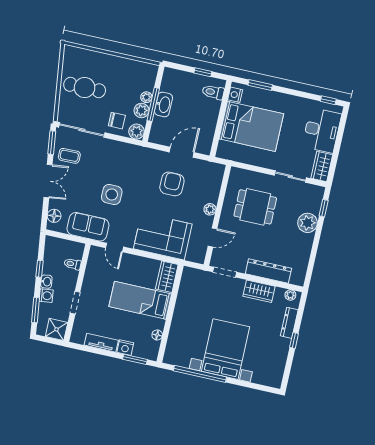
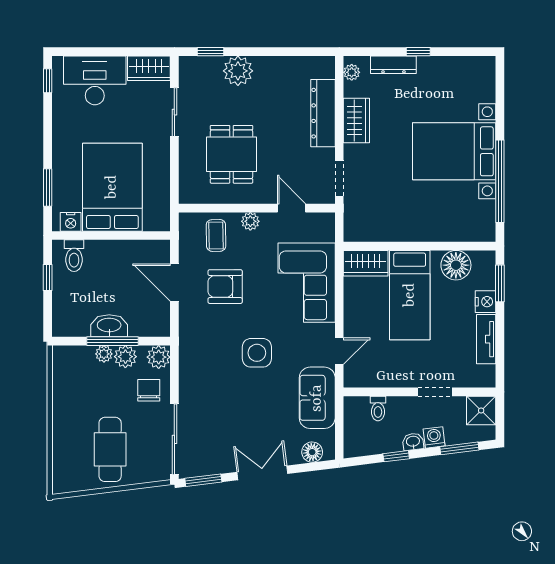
coffee table: (69, 156) -> (216, 235), moved
side table: (112, 195) -> (257, 353), moved
floor lamp: (157, 335) -> (456, 265), width x1.89, depth x1.89

